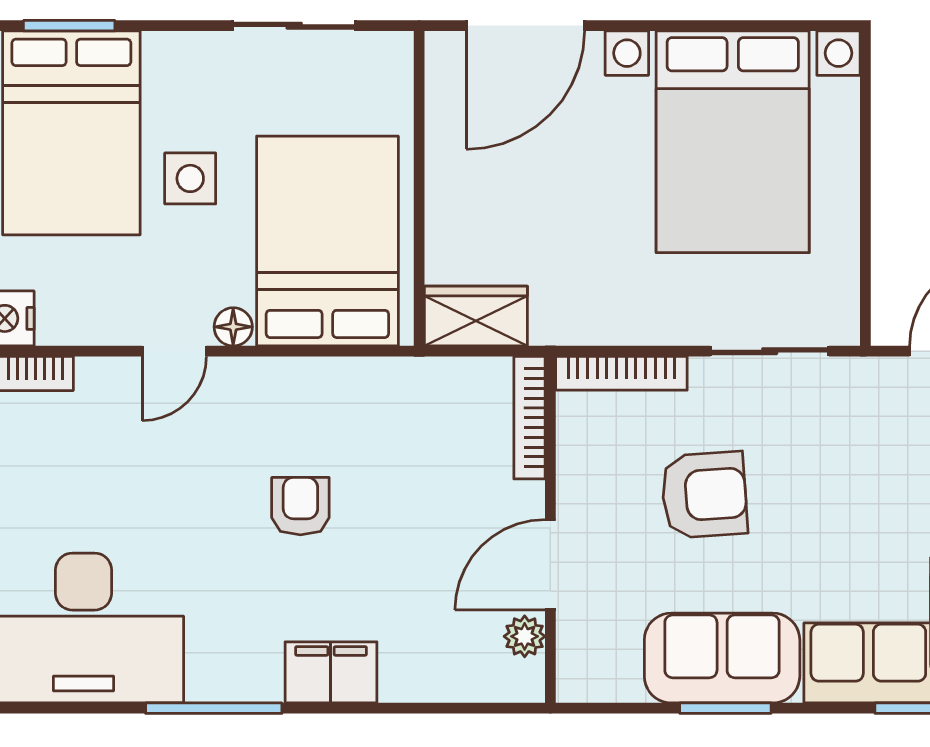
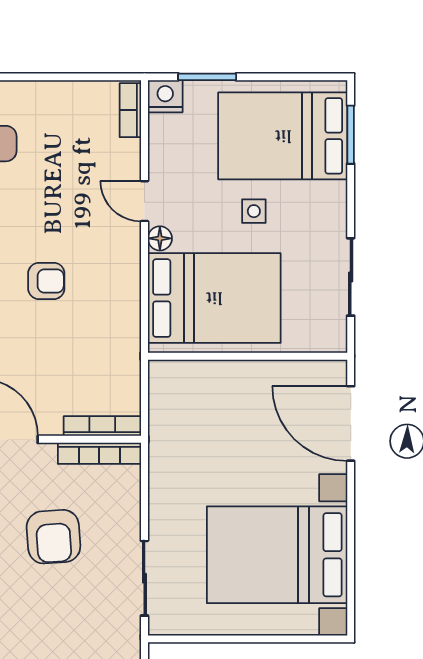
side table: (190, 178) -> (254, 211), width x0.73, depth x0.73
wardrobe: (476, 316) -> (167, 392), removed
bookcase: (621, 373) -> (99, 453), moved, turned -90

